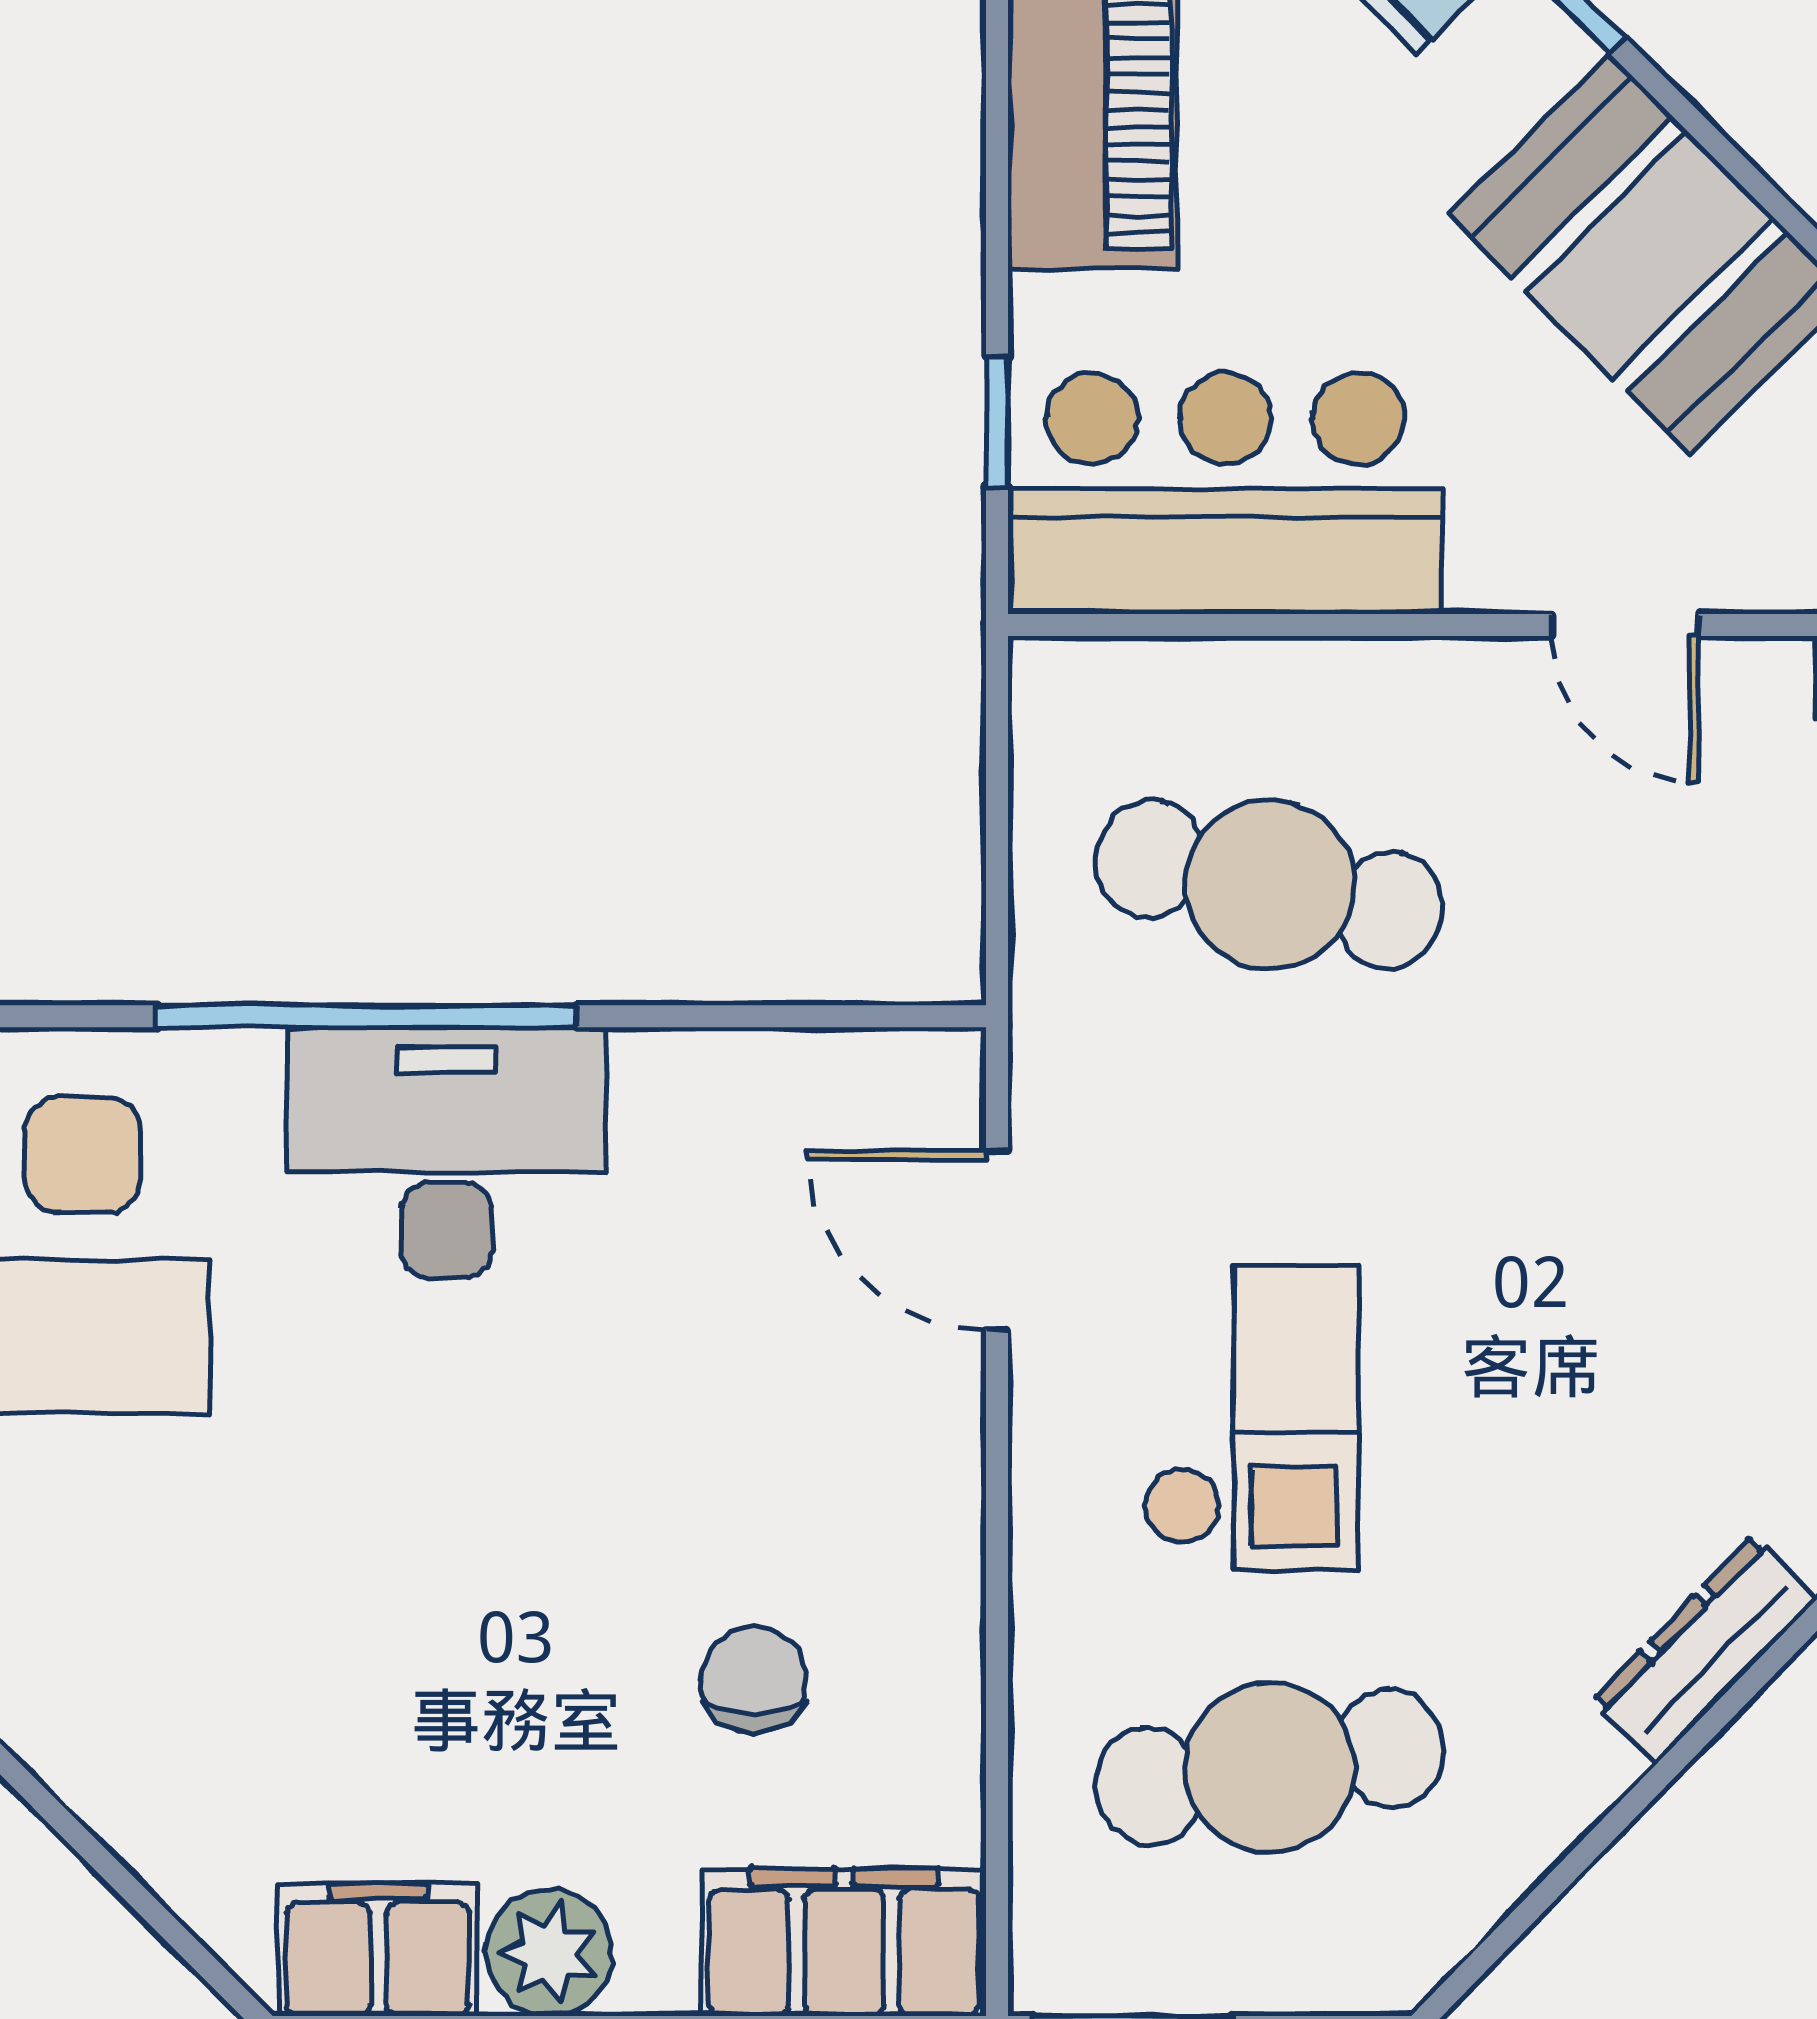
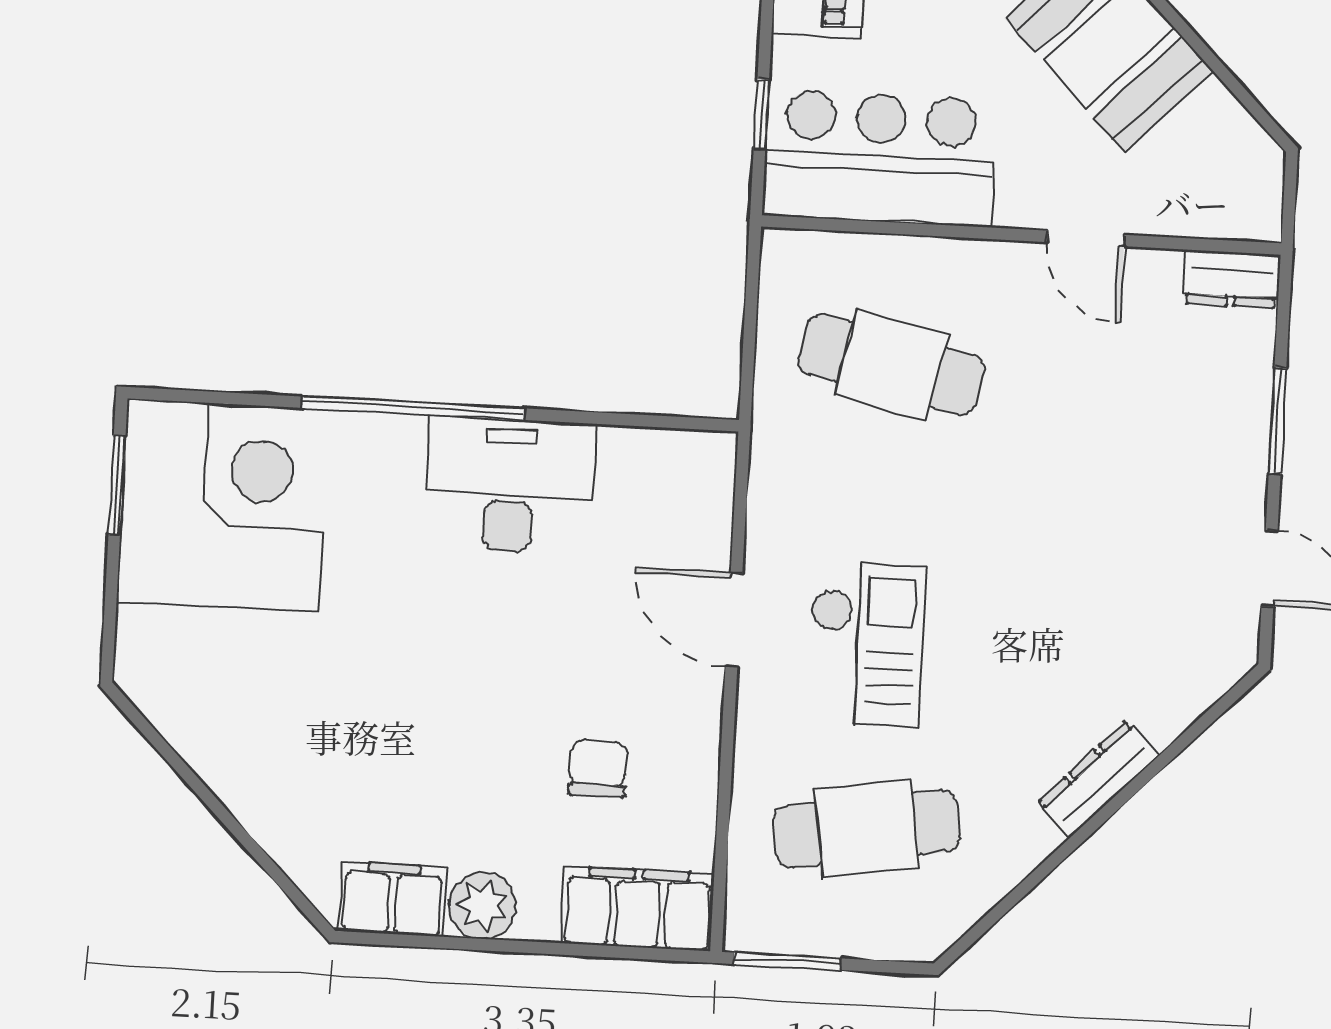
desk: (447, 1152) -> (510, 485), moved
door: (997, 1240) -> (734, 620), moved

